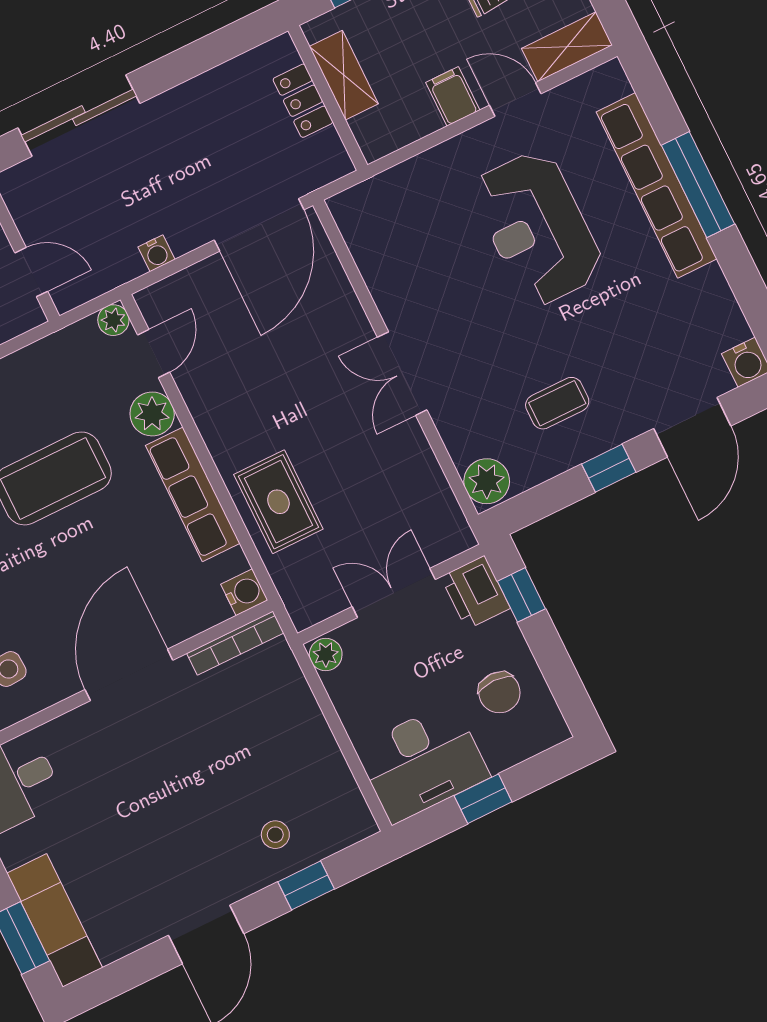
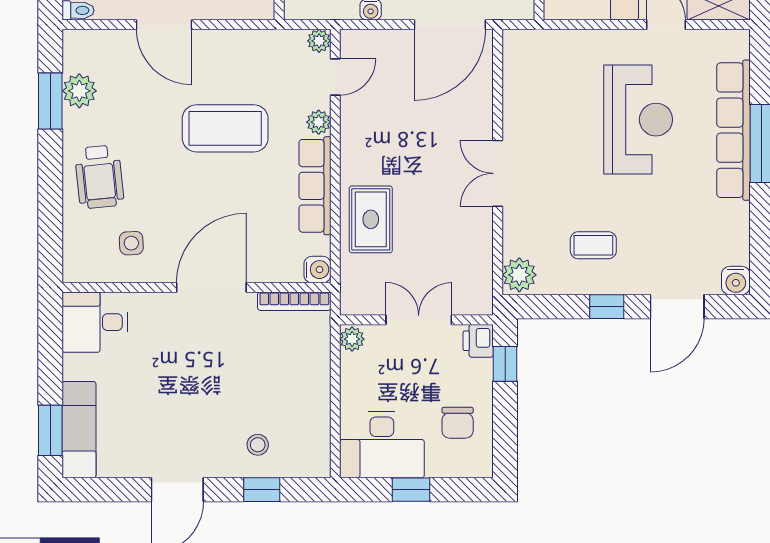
reception desk: (537, 228) -> (638, 120), turned 180
plant: (152, 414) -> (319, 122), width x0.73, depth x0.73
printer: (476, 592) -> (478, 341), width x0.73, depth x0.81

